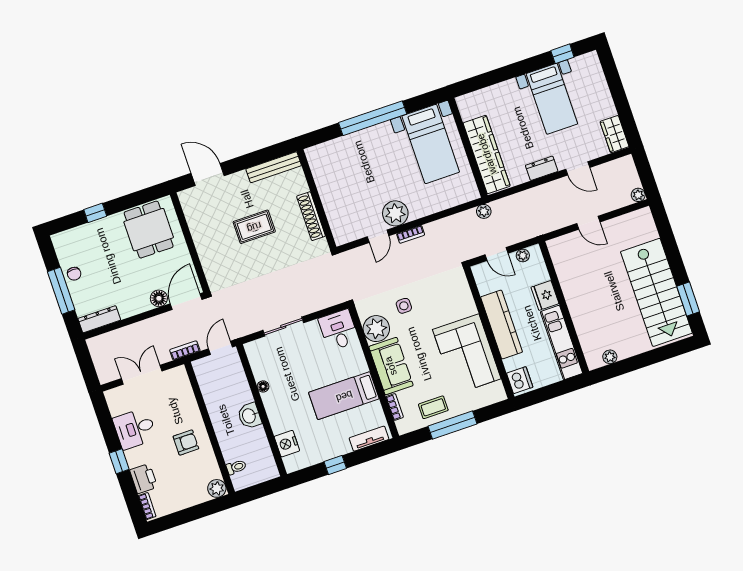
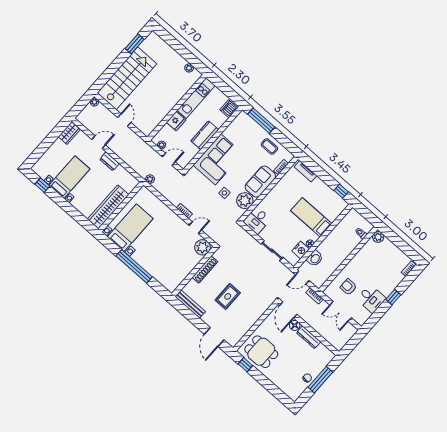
wardrobe: (487, 154) -> (108, 207), moved
door: (578, 168) -> (99, 142), hinge flipped
window: (95, 213) -> (245, 365), moved
plant: (395, 213) -> (203, 247), moved
rug: (254, 227) -> (228, 296), turned 90
dining table: (149, 230) -> (261, 352), turned 90
door: (496, 254) -> (169, 159), hinge flipped
stairs: (656, 292) -> (127, 78), moved
door: (186, 302) -> (288, 310), hinge flipped
dresser: (99, 319) -> (309, 337), moved
kitchen counter: (502, 325) -> (205, 135), width x0.67
corner sofa: (467, 354) -> (218, 159), moved
bed: (344, 396) -> (311, 217), moved, turned 180
washbasin: (249, 416) -> (315, 258), moved
window: (453, 425) -> (261, 121), moved
armchair: (186, 442) -> (348, 287), moved
nightstand: (287, 444) -> (301, 250), moved
window: (335, 465) -> (341, 191), moved
printer: (144, 479) -> (395, 279), removed

